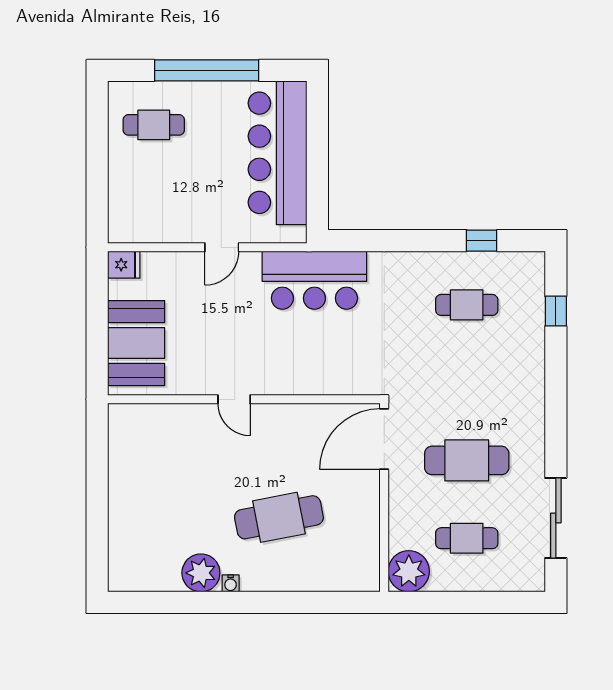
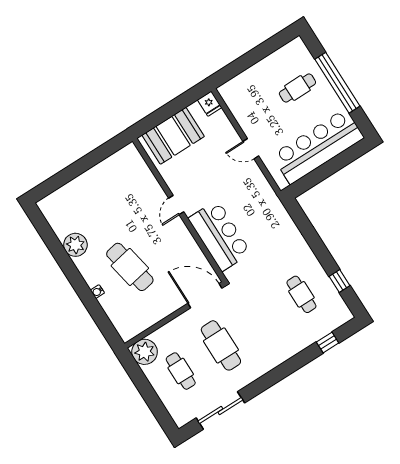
cafe table: (154, 125) -> (297, 88), moved, turned 90
bar counter: (314, 280) -> (220, 236), moved, turned 180
water cooler: (231, 583) -> (97, 292), moved

